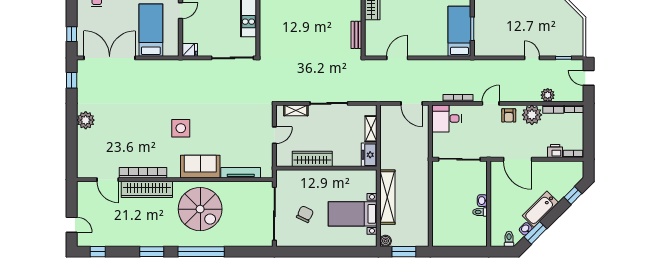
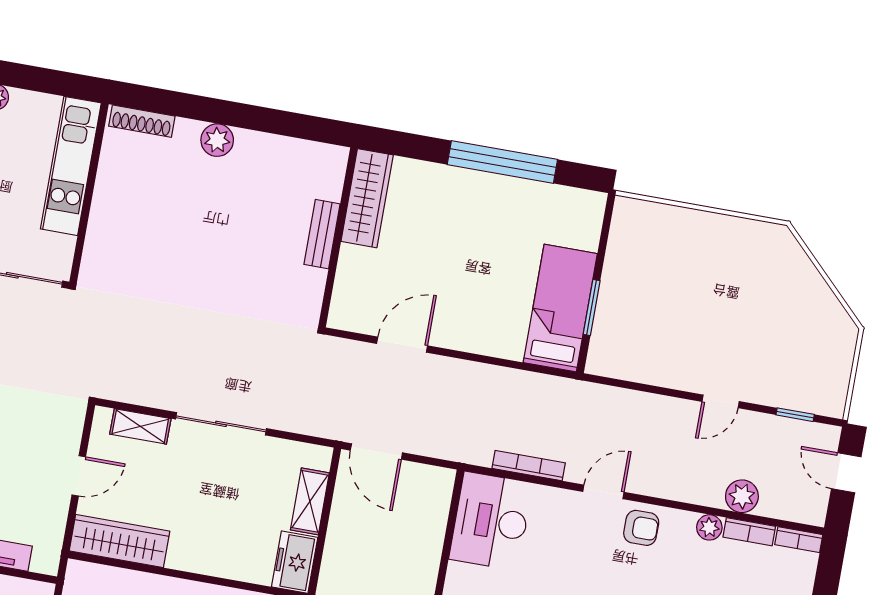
bench: (356, 35) -> (322, 234), moved
door: (532, 58) -> (721, 401), swing flipped
door: (412, 103) -> (376, 451), moved
armchair: (509, 115) -> (641, 528), turned -90
plant: (532, 115) -> (709, 527), width x0.53, depth x0.53
desk: (447, 119) -> (491, 521), width x1.37
wardrobe: (312, 159) -> (120, 541), moved

